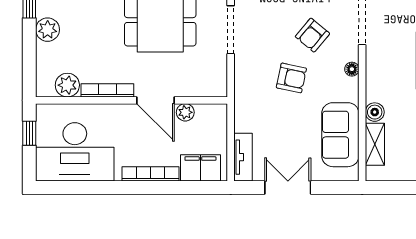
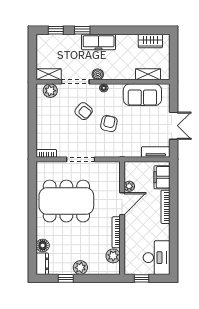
boiler: (375, 112) -> (98, 74), moved
desk: (75, 152) -> (157, 258), width x0.73, depth x0.77
double door: (288, 188) -> (174, 126), swing flipped

